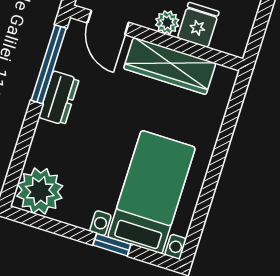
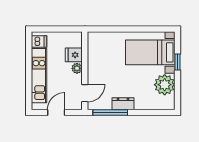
wardrobe: (170, 66) -> (95, 61), removed
plant: (40, 191) -> (165, 85), moved

